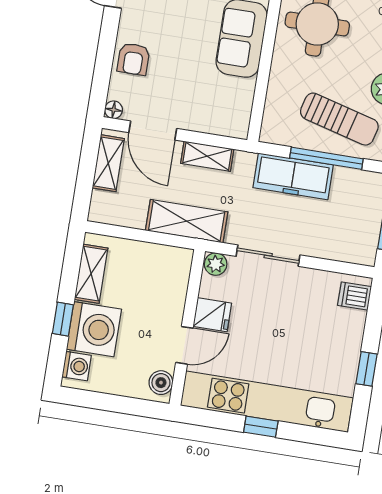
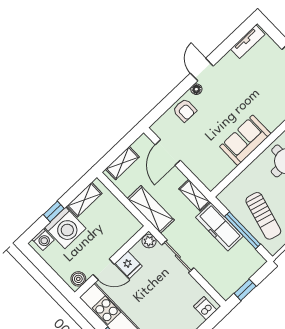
armchair: (133, 59) -> (185, 110), turned -90
floor lamp: (114, 110) -> (196, 89), moved
shelving: (207, 156) -> (194, 195), moved
shelving: (108, 163) -> (122, 163), moved

